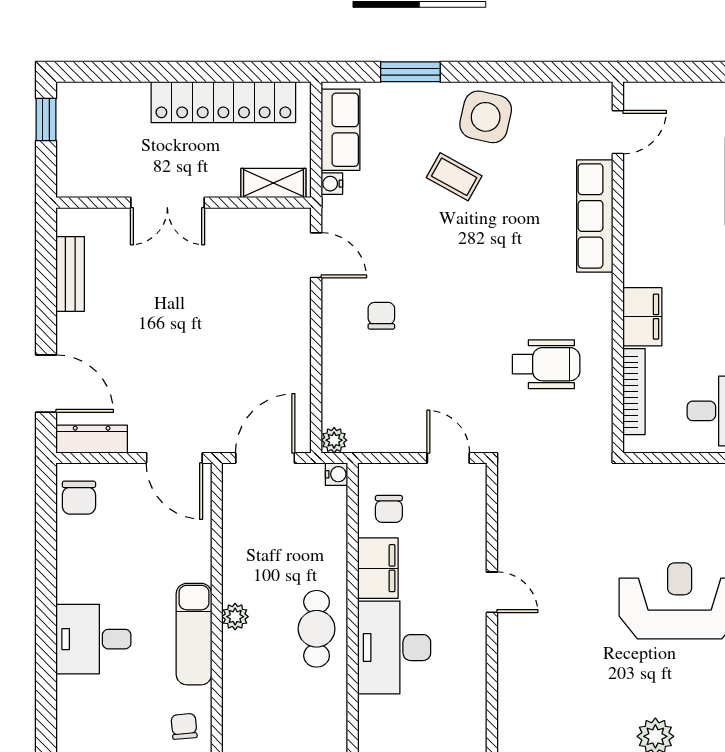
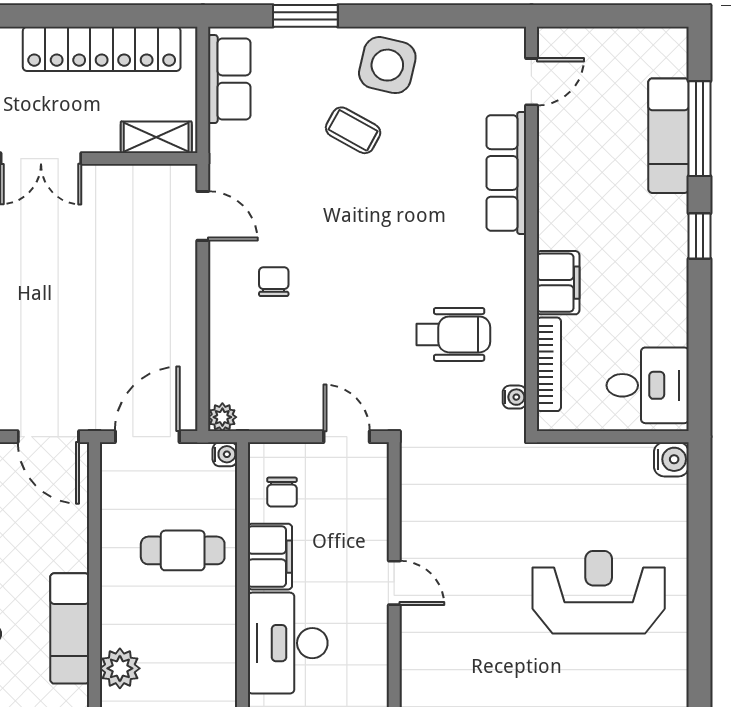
water cooler: (332, 184) -> (514, 397), moved, turned 180
plant: (235, 617) -> (120, 668), moved, width x1.38, depth x1.38
cafe table: (317, 629) -> (183, 550), moved, turned 90

